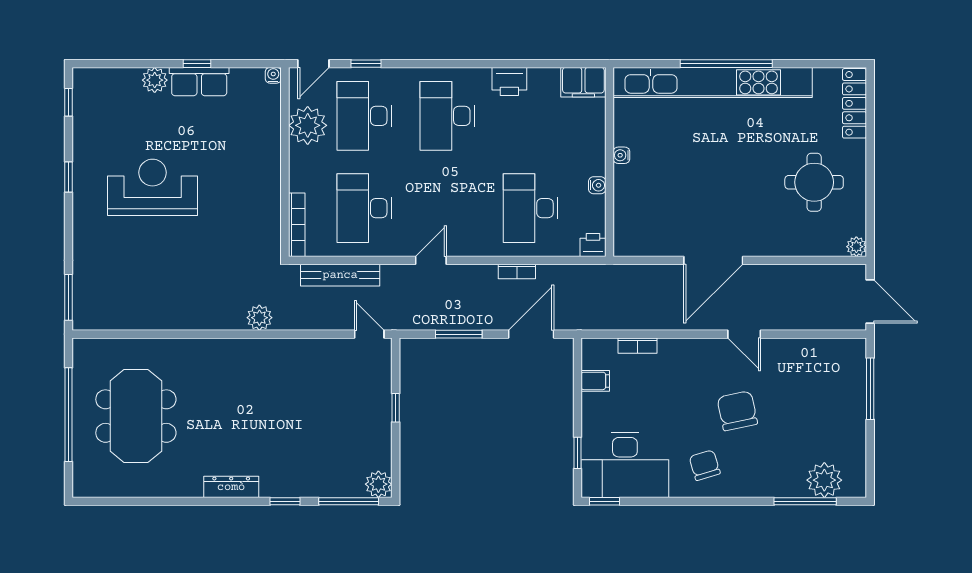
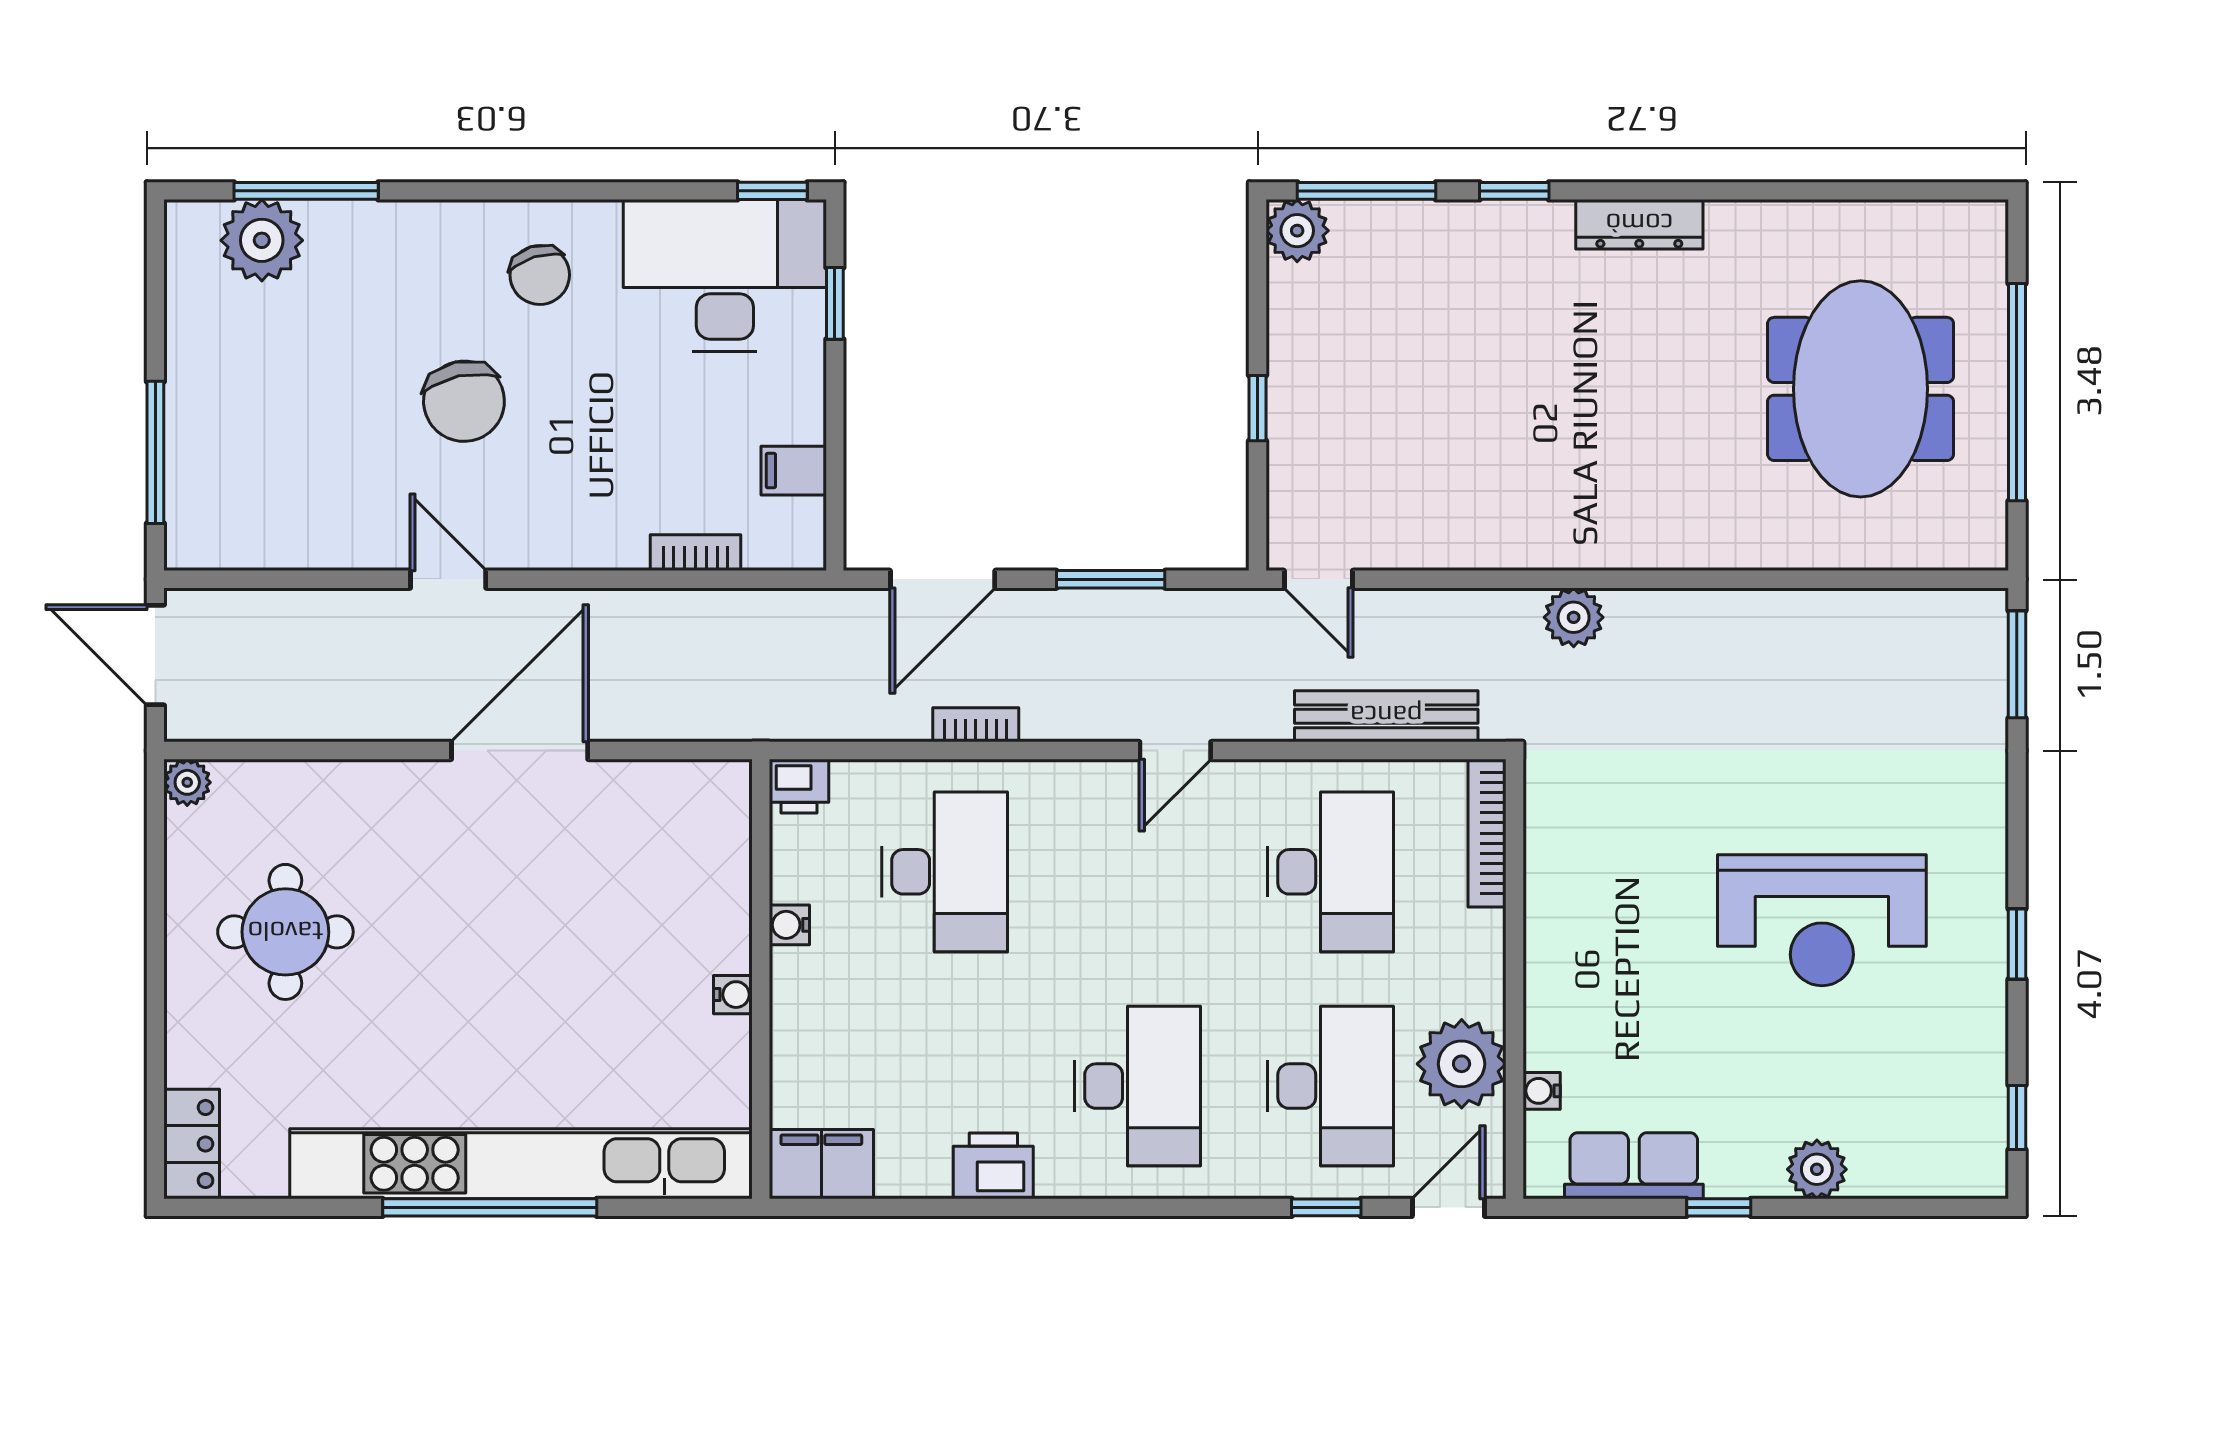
water cooler: (273, 75) -> (1542, 1091), moved, turned 90
row of seats: (199, 82) -> (1634, 1166), moved
locker: (855, 103) -> (192, 1144), width x0.66

